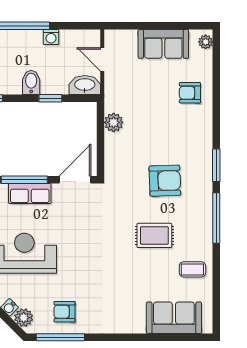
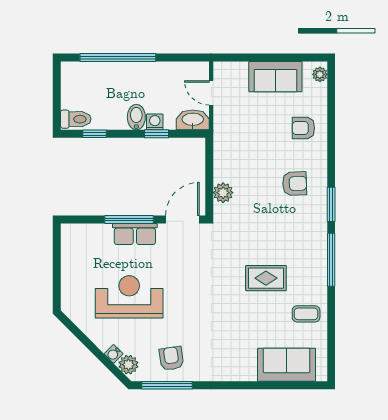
washing machine: (51, 37) -> (155, 122), moved, turned 180
plant: (114, 122) -> (223, 193), moved
armchair: (165, 181) -> (295, 184), moved, width x0.72, depth x0.72
armchair: (65, 312) -> (171, 358), turned 82

